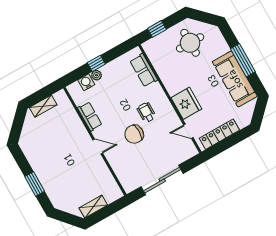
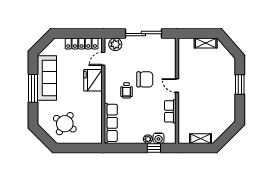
window: (157, 29) -> (84, 148), removed
round table: (190, 43) -> (65, 124), turned 33
window: (96, 63) -> (154, 148), moved
row of seats: (144, 70) -> (111, 123), width x1.48
door: (188, 131) -> (103, 59), swing flipped
plant: (184, 153) -> (115, 44), added

